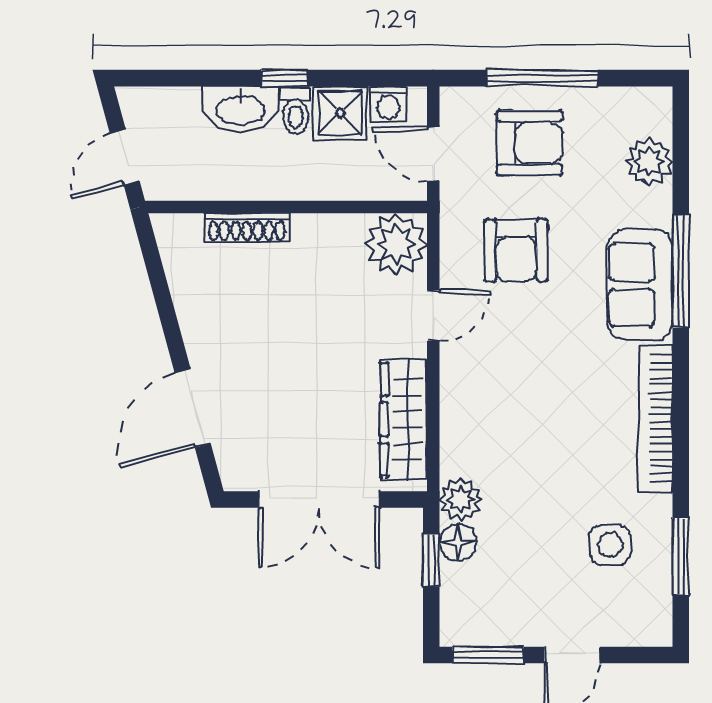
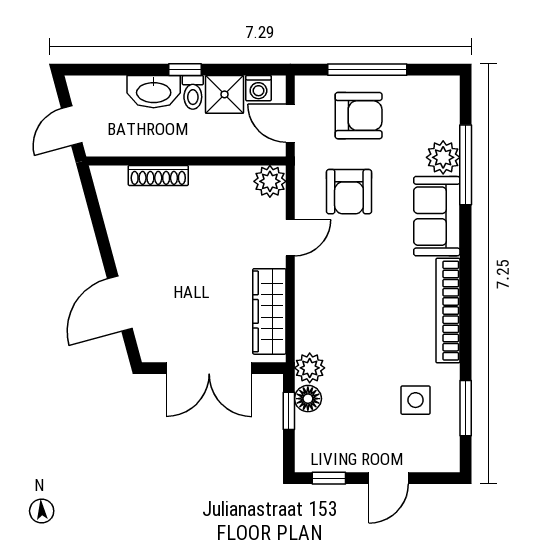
plant: (649, 161) -> (443, 157), moved
plant: (396, 244) -> (270, 181), width x0.73, depth x0.73
window: (681, 271) -> (466, 165), moved
window: (488, 655) -> (329, 478), width x0.67

